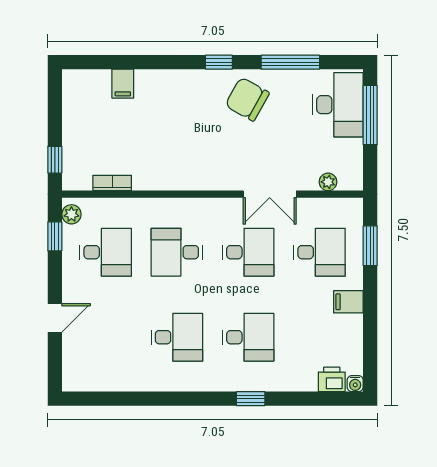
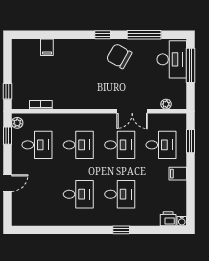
desk: (177, 252) -> (78, 145), turned 180

